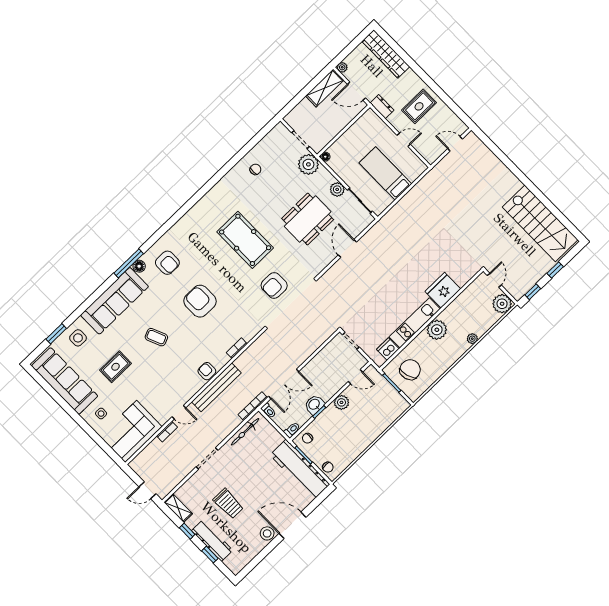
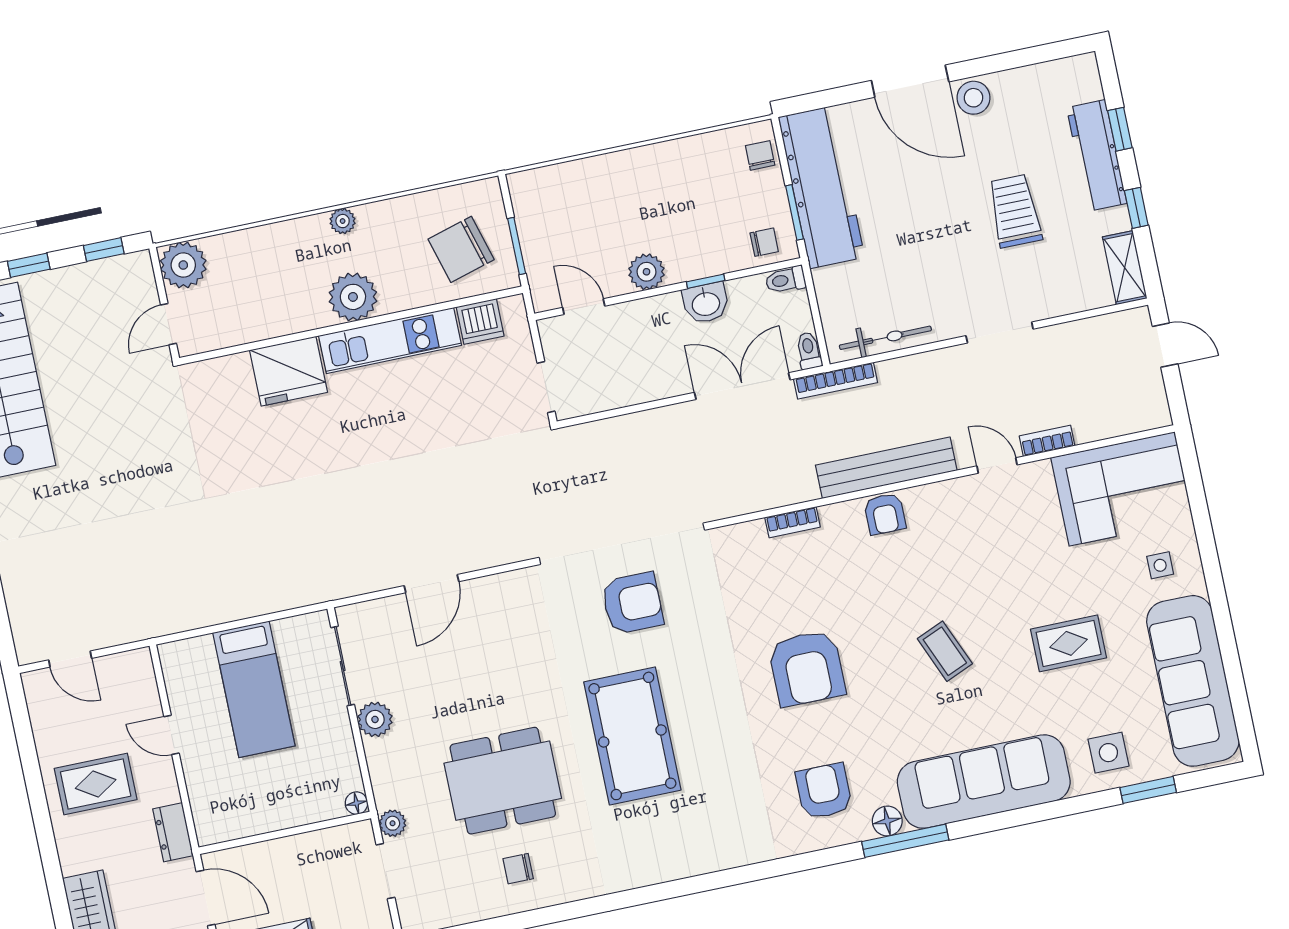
plant: (308, 164) -> (393, 823), width x0.53, depth x0.53
dining table: (308, 219) -> (503, 781), moved
plant: (472, 339) -> (343, 221), moved

